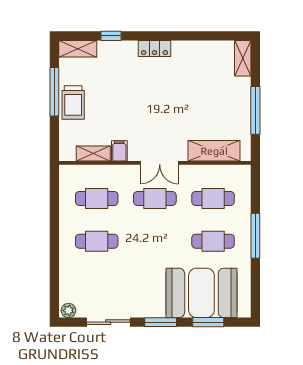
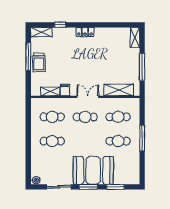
double door: (160, 163) -> (88, 97), swing flipped
booth: (201, 293) -> (93, 170), moved

